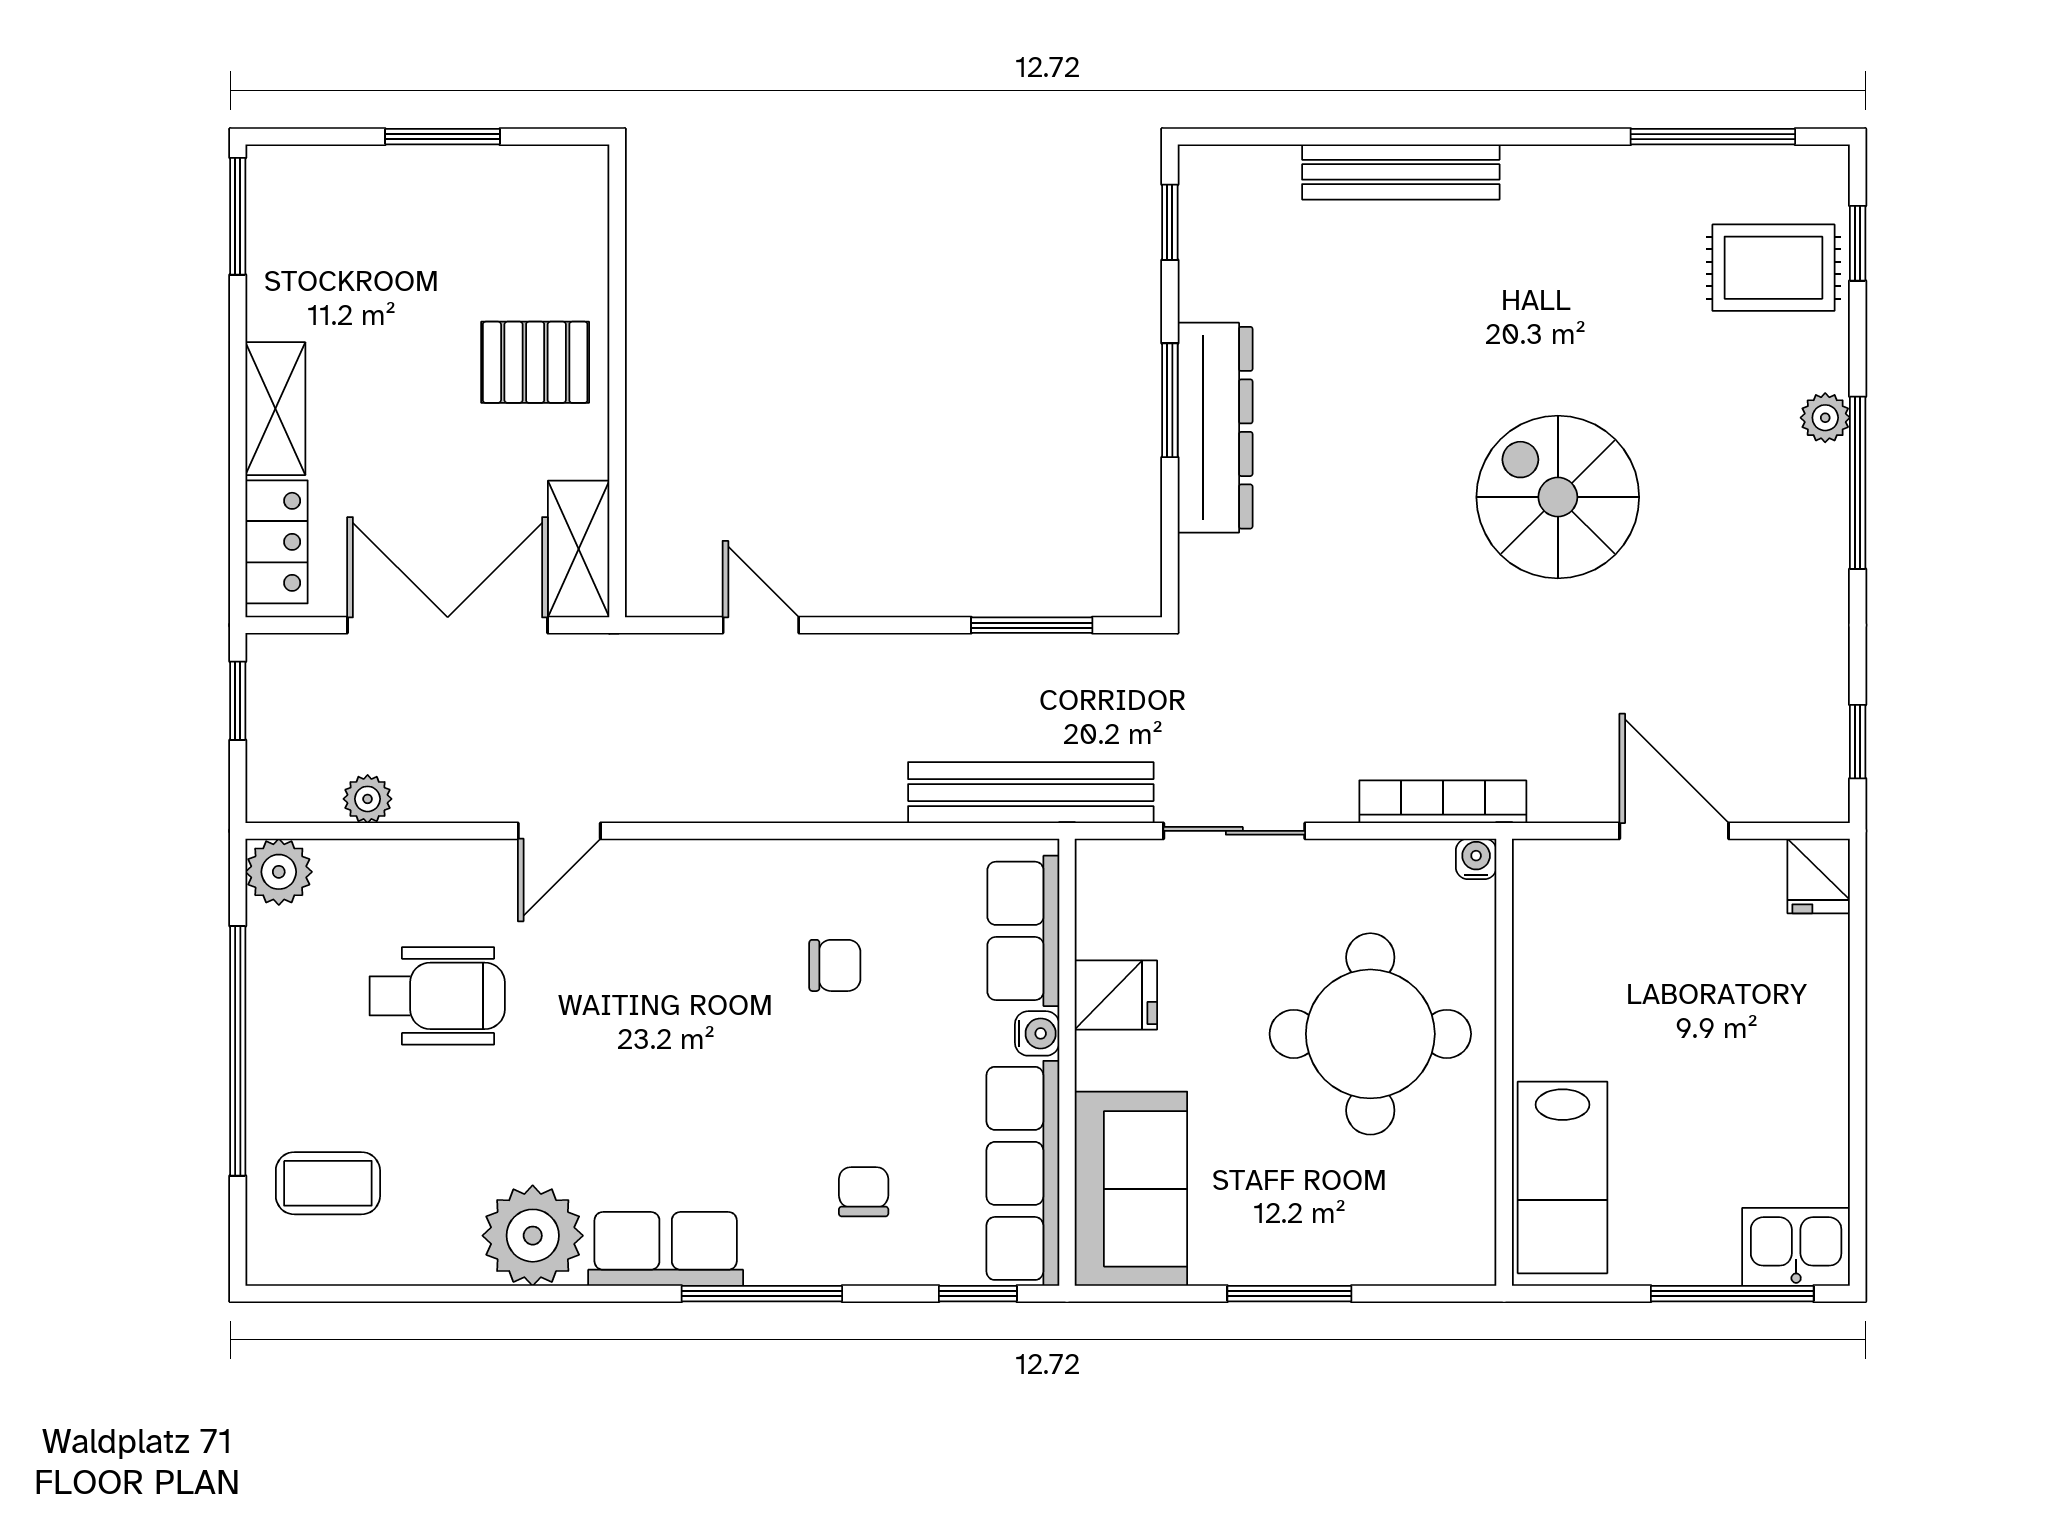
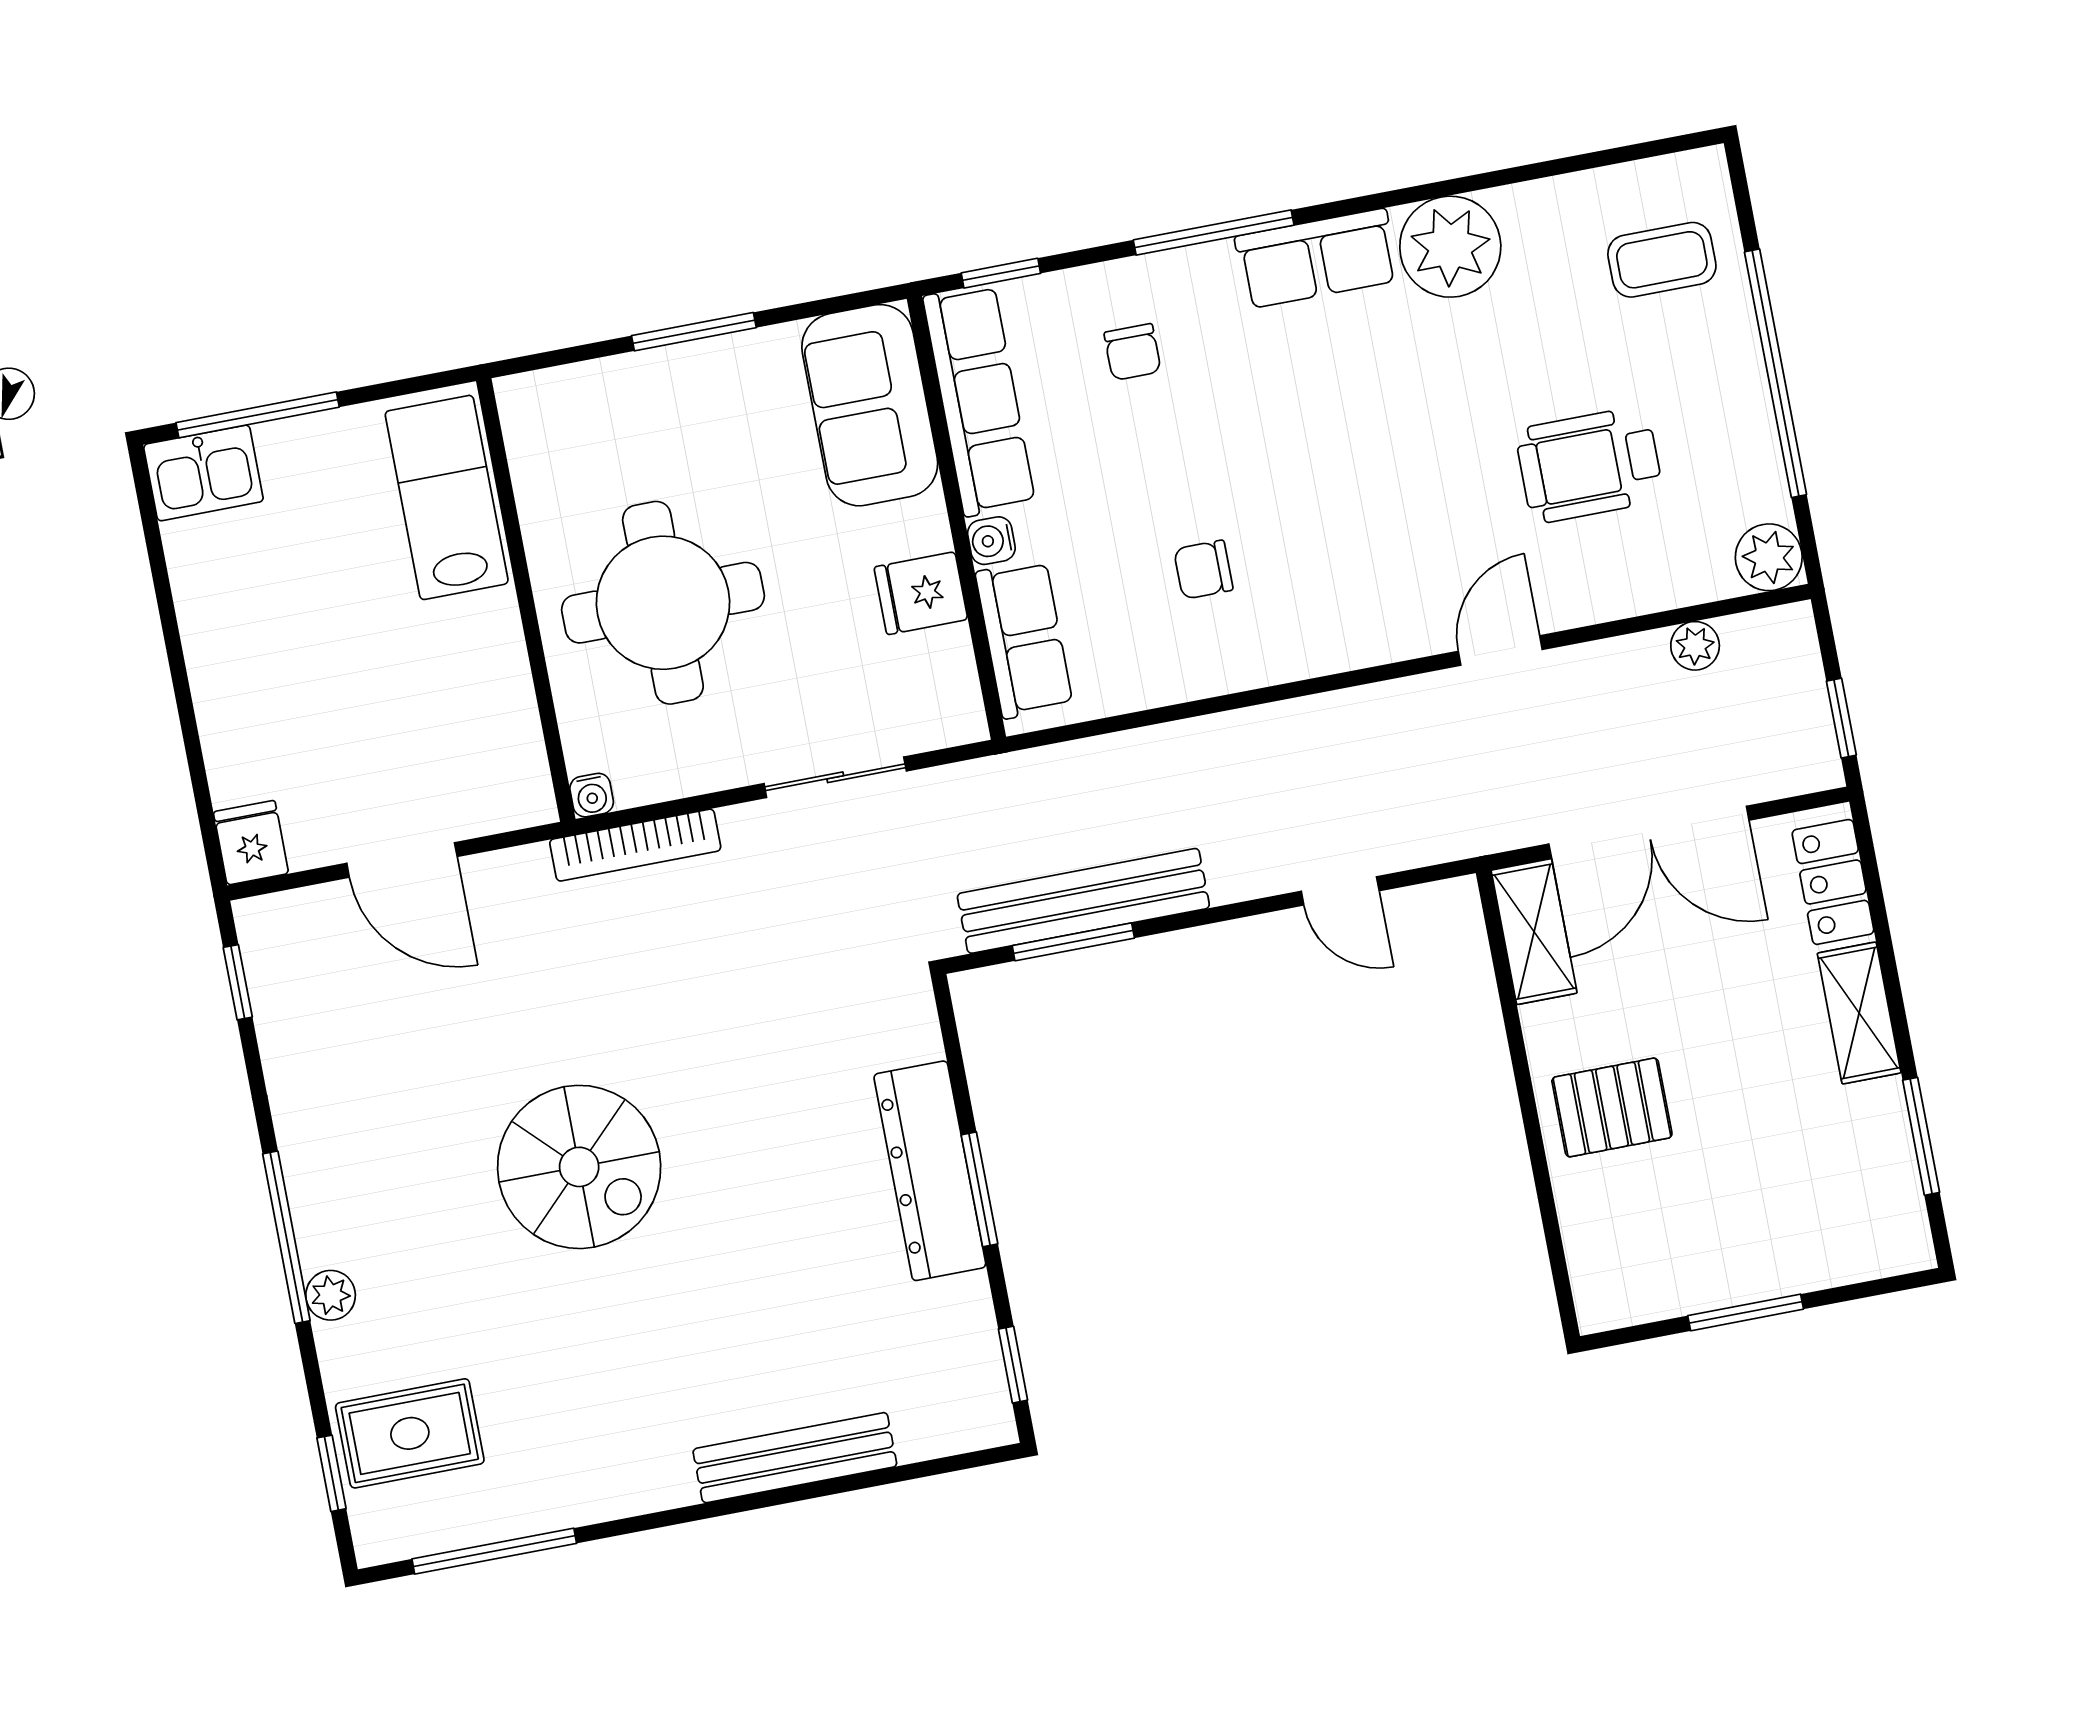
window: (238, 216) -> (1921, 1136), moved
bench: (1031, 793) -> (1083, 901), moved

